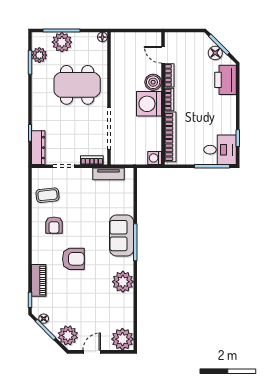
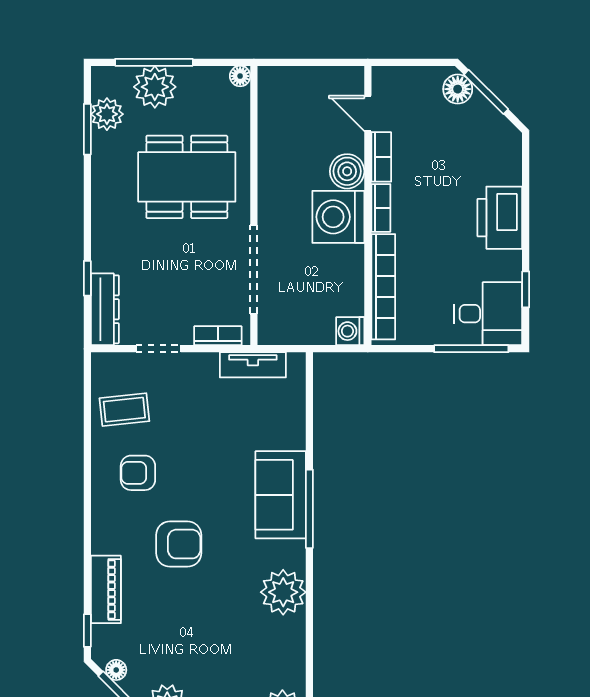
floor lamp: (215, 53) -> (458, 89), moved
printer: (225, 80) -> (500, 218), moved
armchair: (54, 225) -> (138, 473), turned 90

